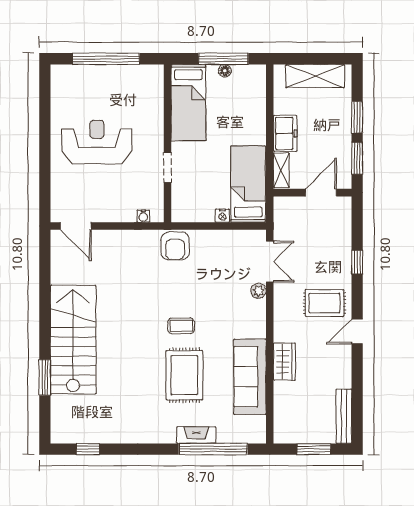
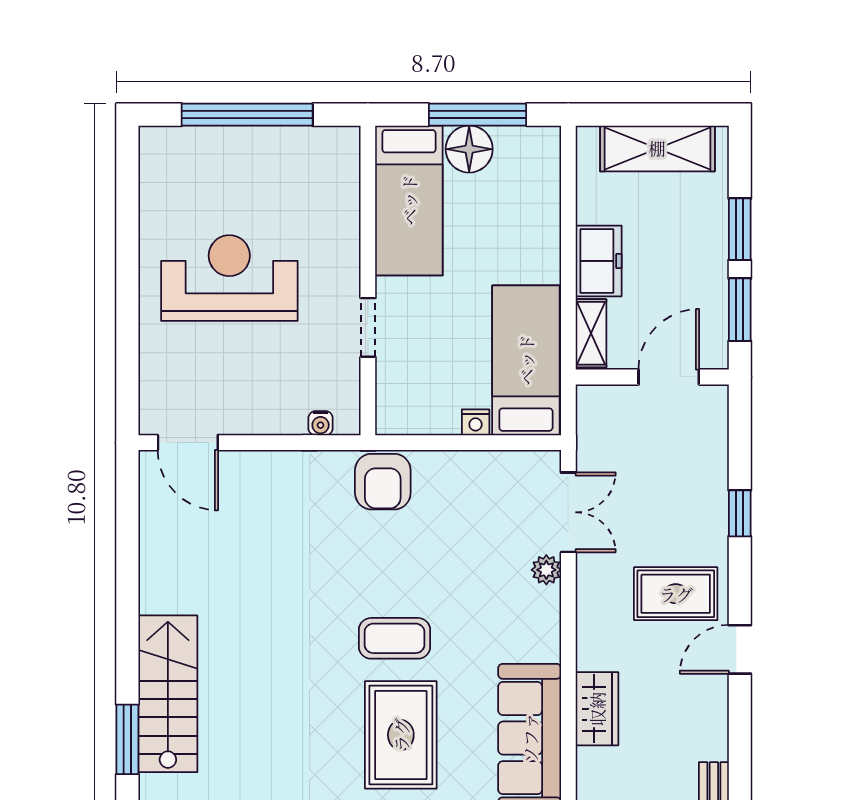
floor lamp: (225, 71) -> (469, 149), width x1.89, depth x1.89
coffee table: (181, 326) -> (394, 638), width x1.36, depth x1.30
stairs: (73, 340) -> (168, 694), width x0.73, depth x0.66

